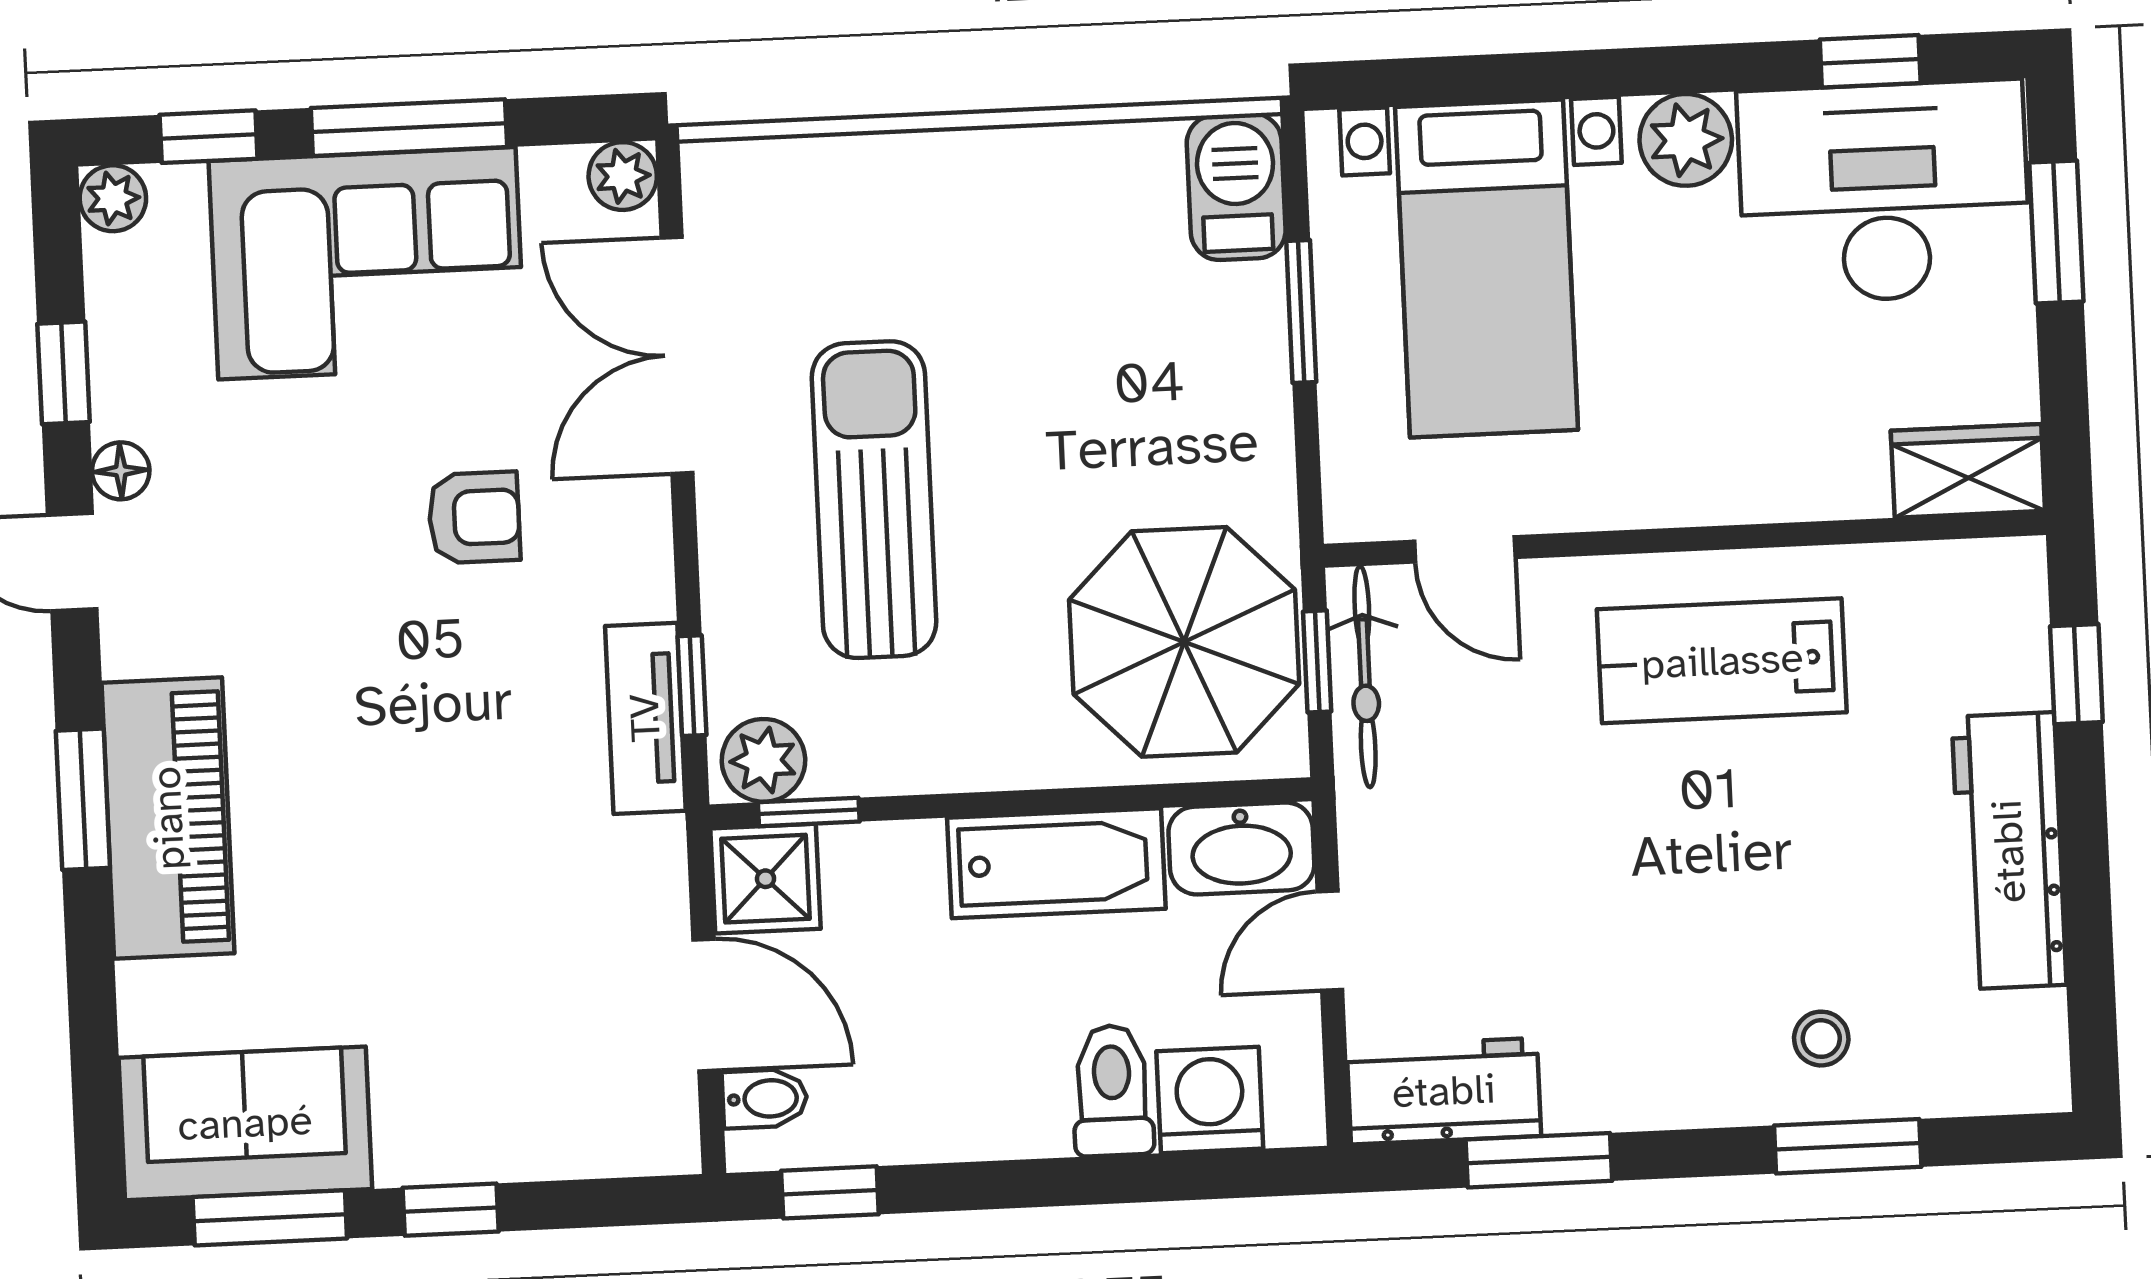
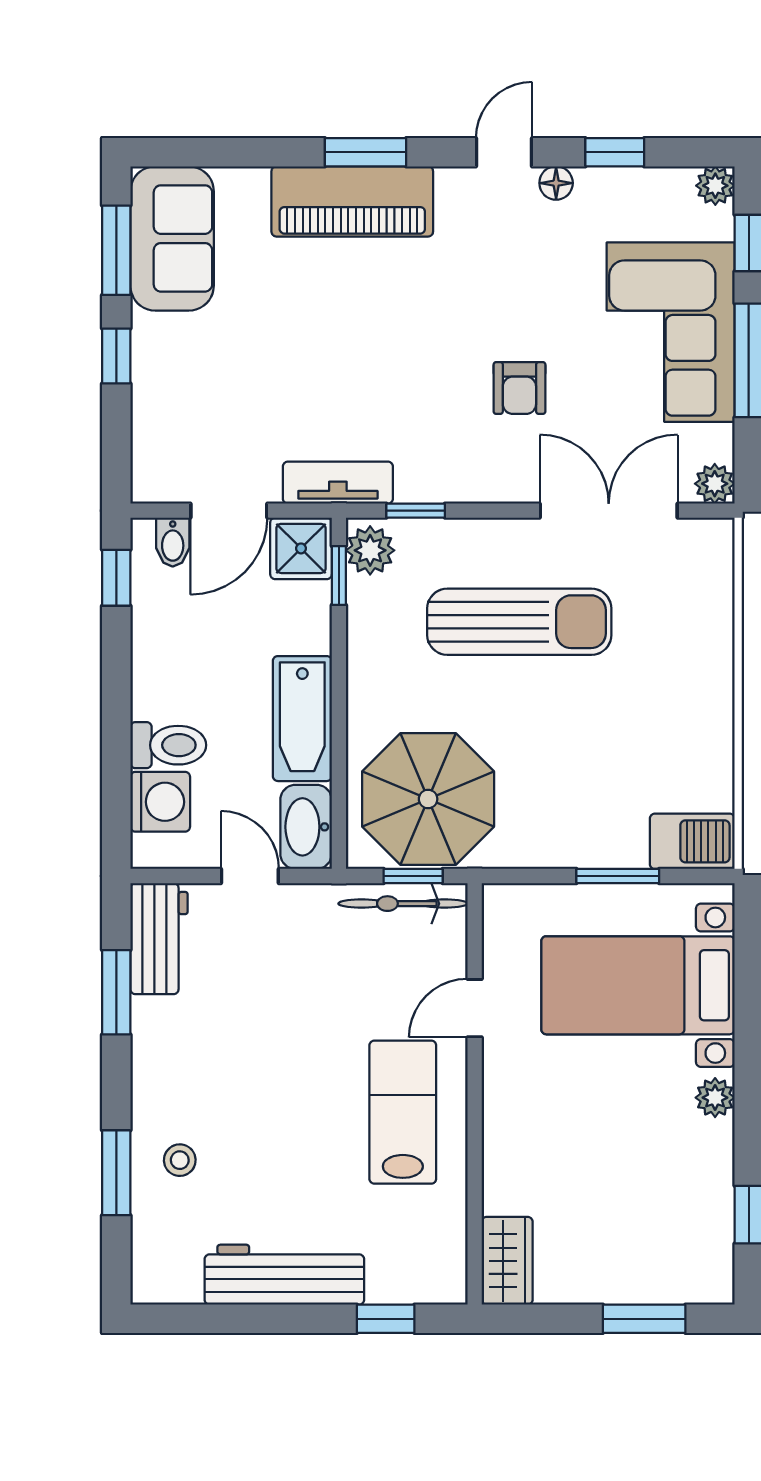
plant: (1686, 140) -> (715, 1098), width x0.73, depth x0.73
desk: (1884, 192) -> (672, 1219), removed
door: (1465, 549) -> (475, 1008), moved
tv unit: (645, 718) -> (338, 483), moved

